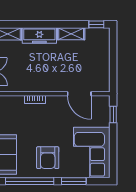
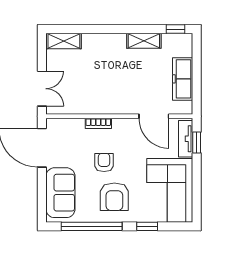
freezer: (39, 36) -> (183, 79), moved, turned 90
tv unit: (104, 112) -> (186, 139), added
armchair: (39, 131) -> (104, 163), added
window: (74, 181) -> (147, 226), width x0.67

